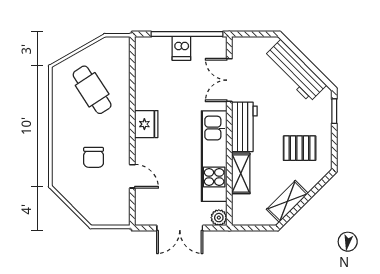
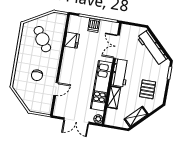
fridge: (146, 124) -> (72, 40), moved
pallet: (300, 148) -> (148, 89), turned 90
door: (132, 176) -> (56, 89), hinge flipped

